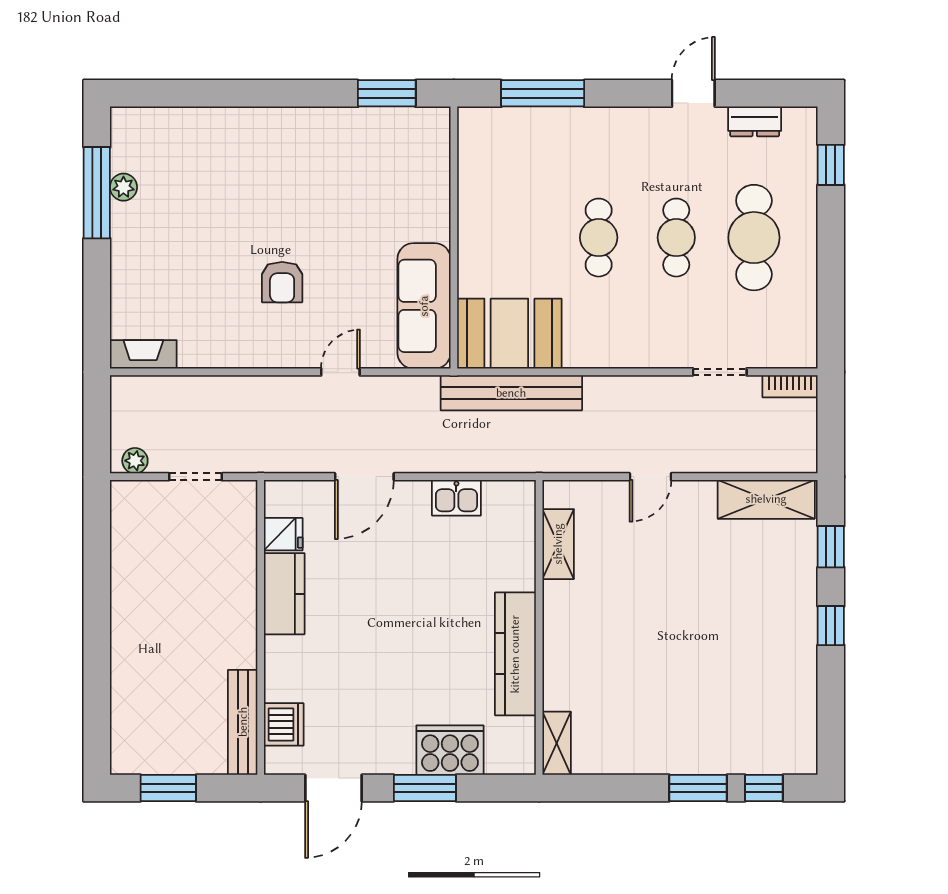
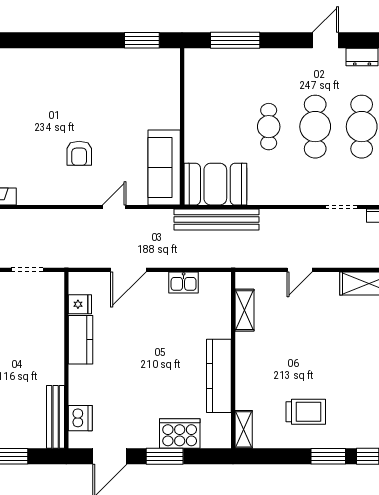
cafe table: (676, 238) -> (315, 127), width x1.37, depth x1.35
trolley: (661, 714) -> (306, 412), added

